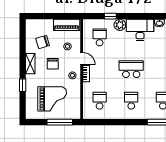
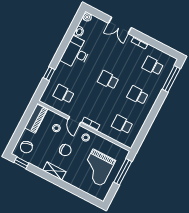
plant: (120, 25) -> (62, 69), removed
chair: (43, 42) -> (26, 147), moved
door: (82, 59) -> (74, 121), swing flipped
school desk: (131, 69) -> (108, 80), width x0.54
window: (23, 85) -> (21, 163), moved
grand piano: (52, 99) -> (98, 168), turned 180

